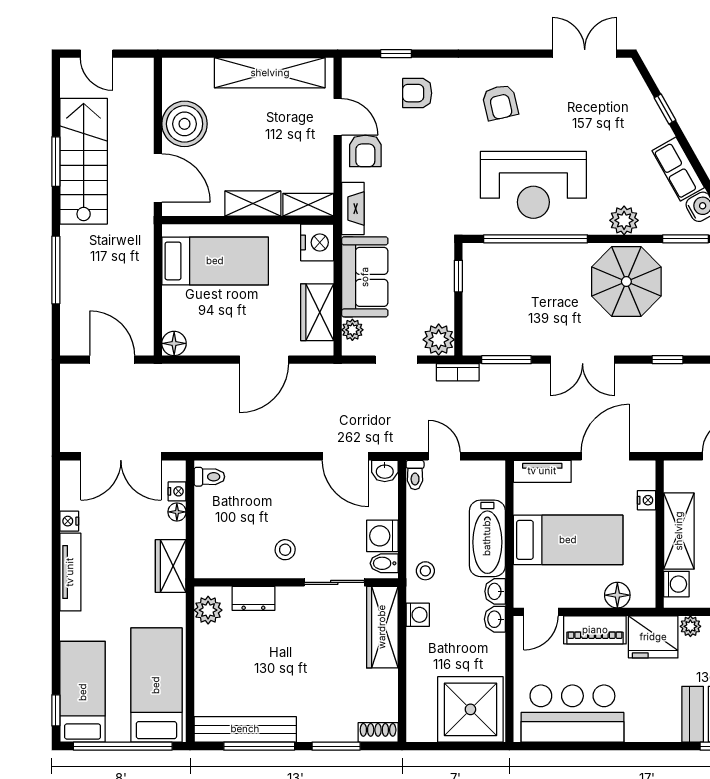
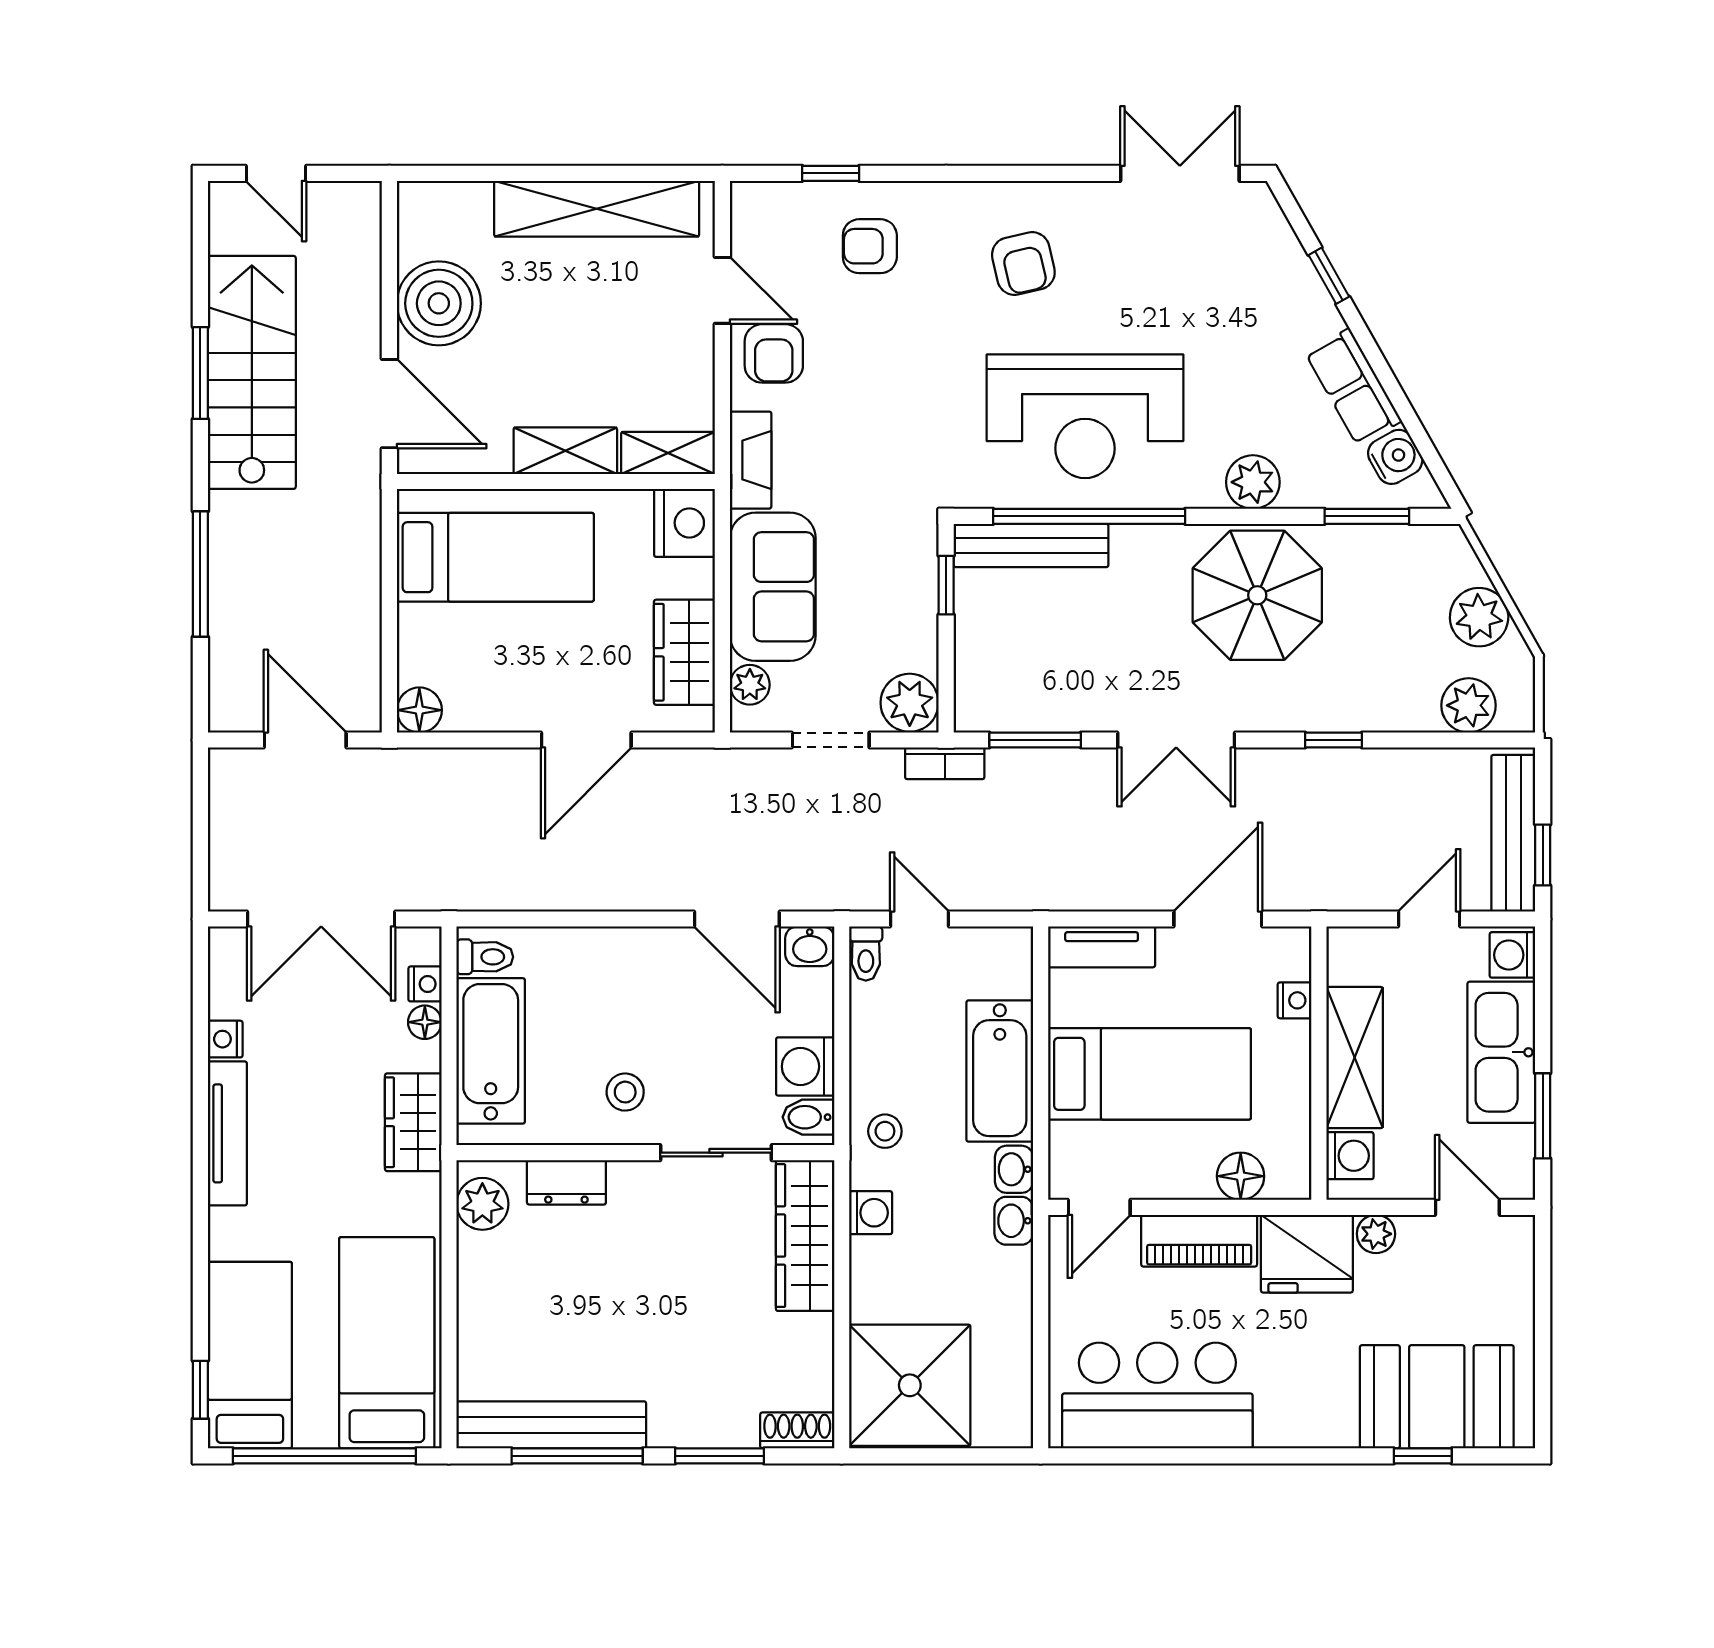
bench: (504, 255) -> (1031, 545), added
bathtub: (213, 527) -> (491, 1051), added
shower: (470, 709) -> (910, 1385), moved

